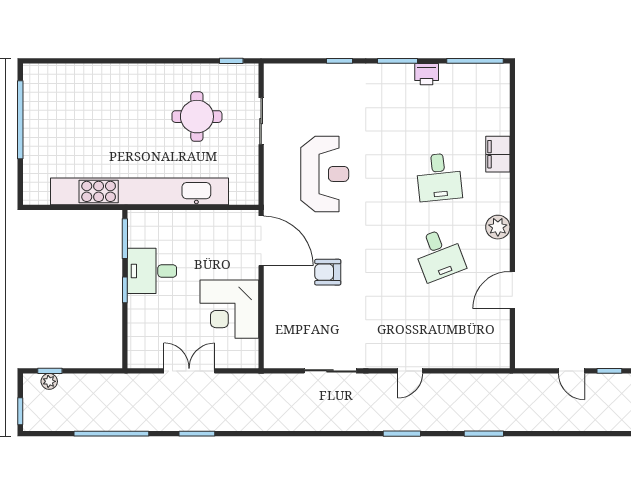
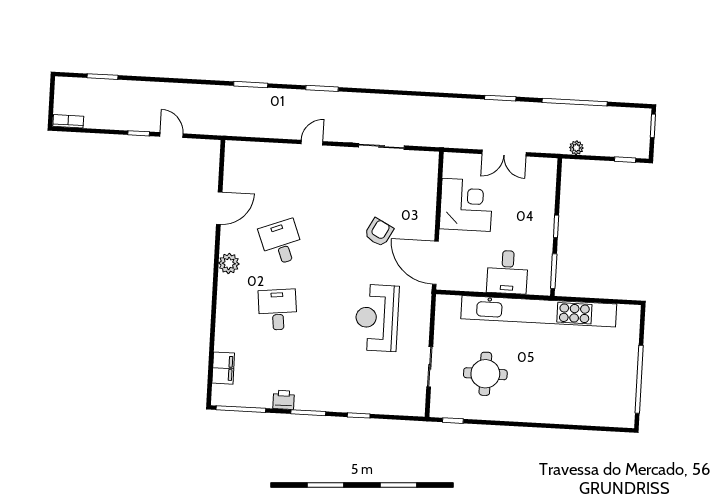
filing cabinet: (498, 154) -> (223, 368), moved
desk: (152, 271) -> (507, 272), moved, turned 90
armchair: (328, 272) -> (379, 232), turned -62
plant: (49, 381) -> (576, 148), moved

